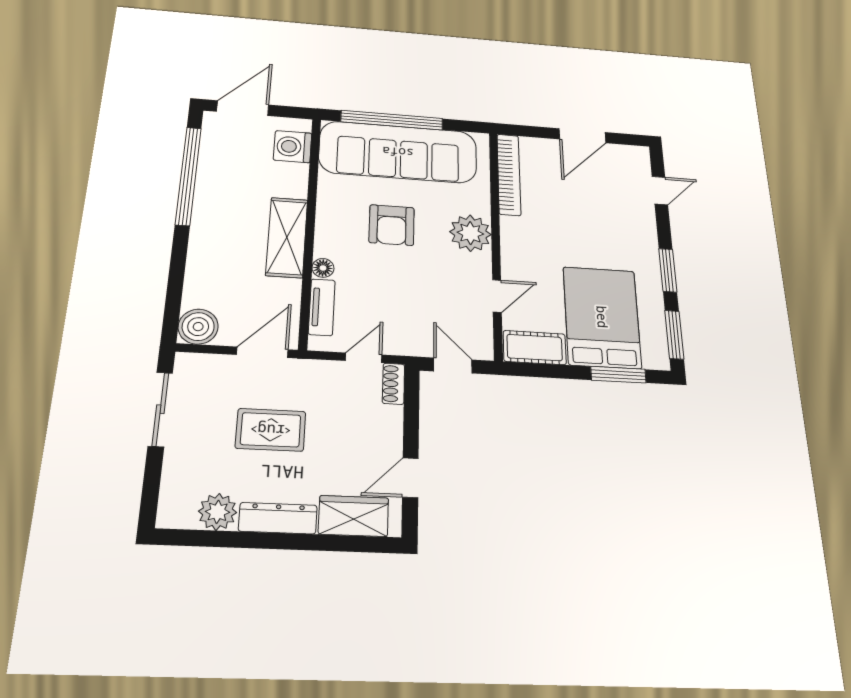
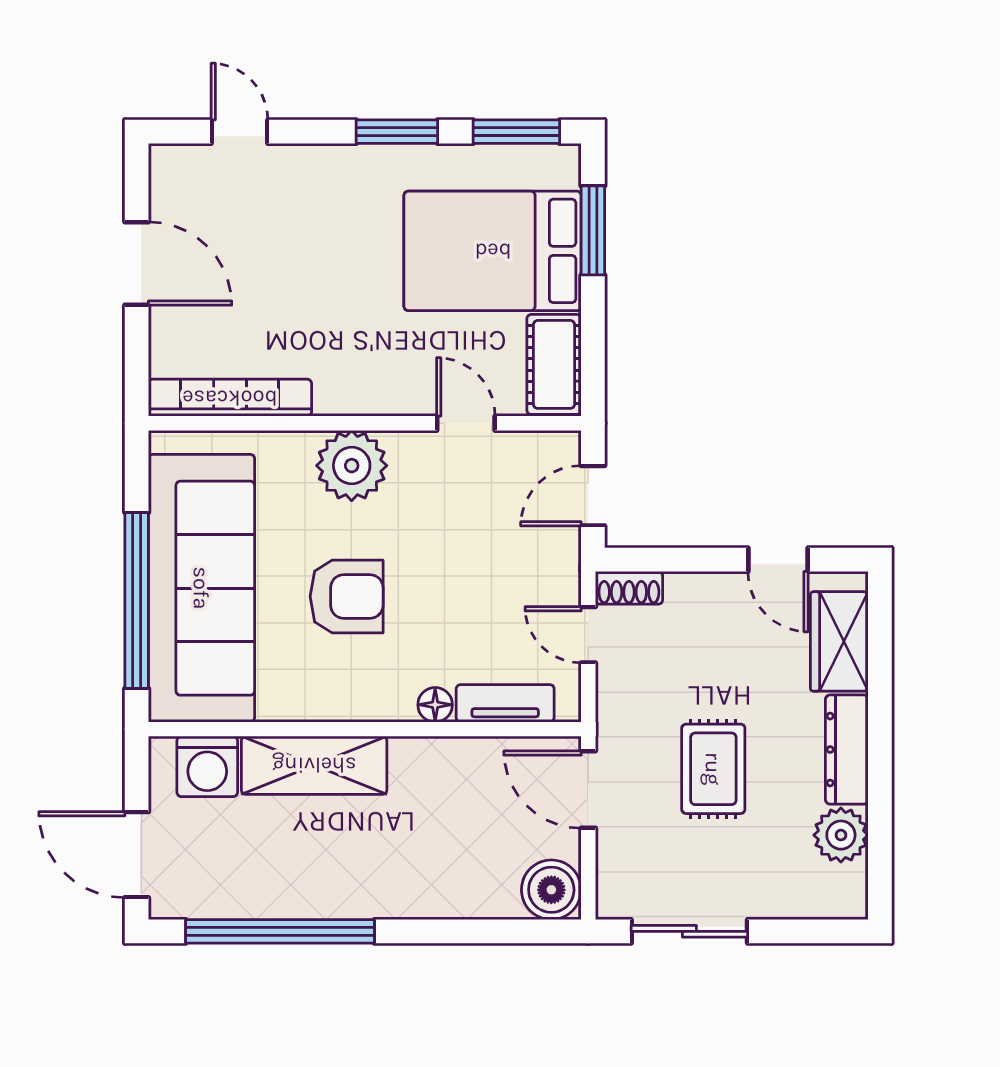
shelving: (287, 237) -> (314, 765), moved

